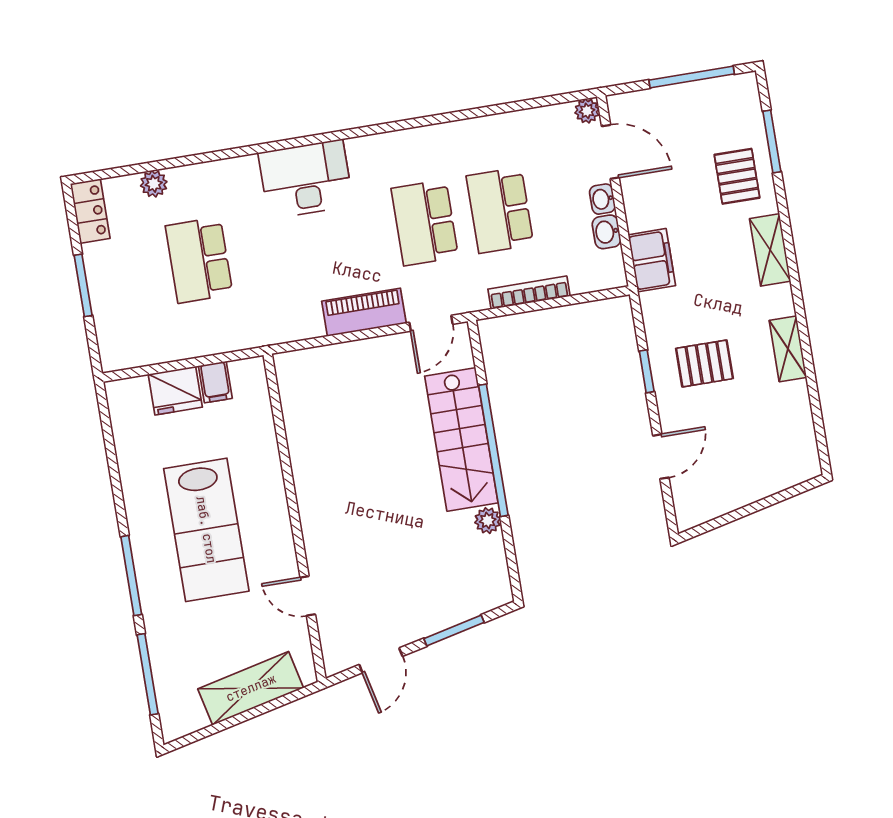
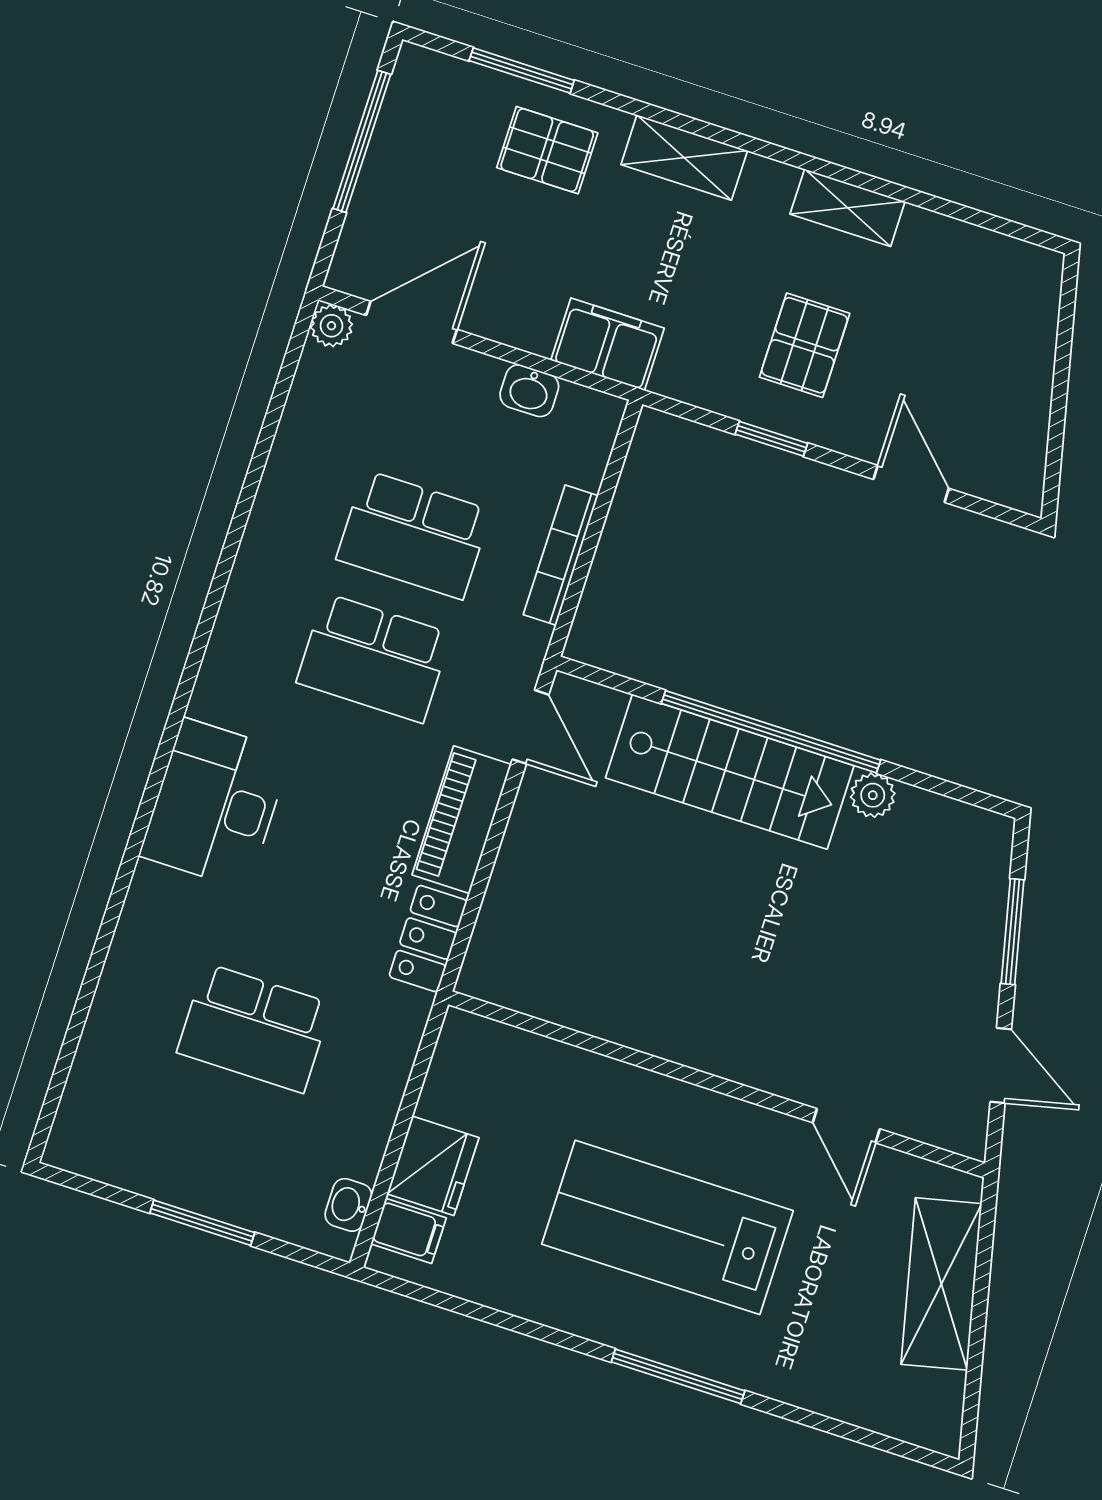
plant: (154, 184) -> (104, 1037), removed
washbasin: (602, 199) -> (348, 1205), moved, turned 90
locker: (90, 211) -> (428, 939), moved, turned -90
filing cabinet: (215, 382) -> (409, 1231), moved
lab bench: (206, 530) -> (667, 1227), turned 180
door: (308, 596) -> (846, 1126), hinge flipped
window: (148, 674) -> (840, 1429), removed

